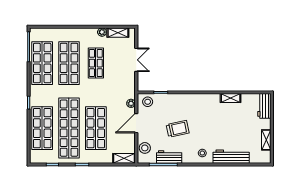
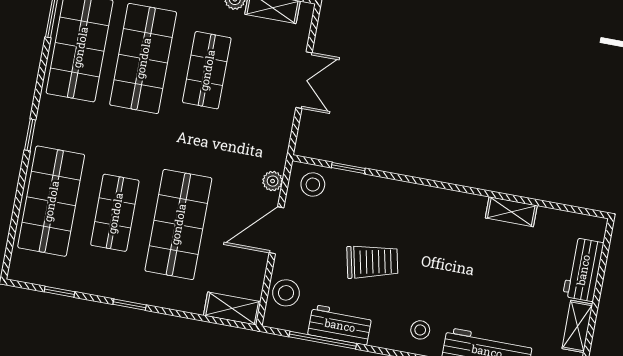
workbench: (264, 106) -> (583, 270), moved
shop shelf: (69, 128) -> (115, 213), width x0.50, depth x0.74

